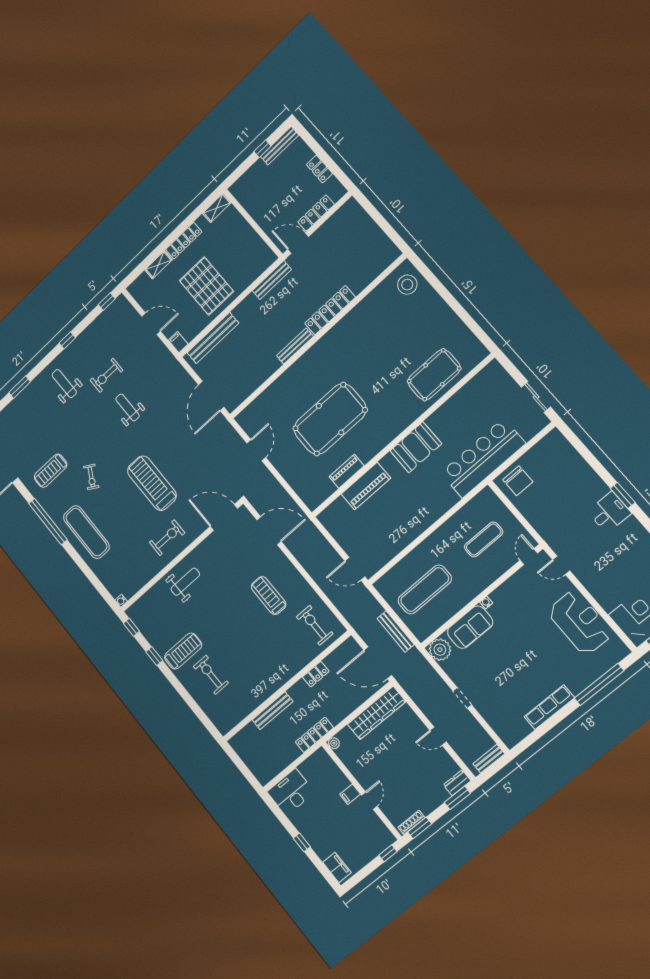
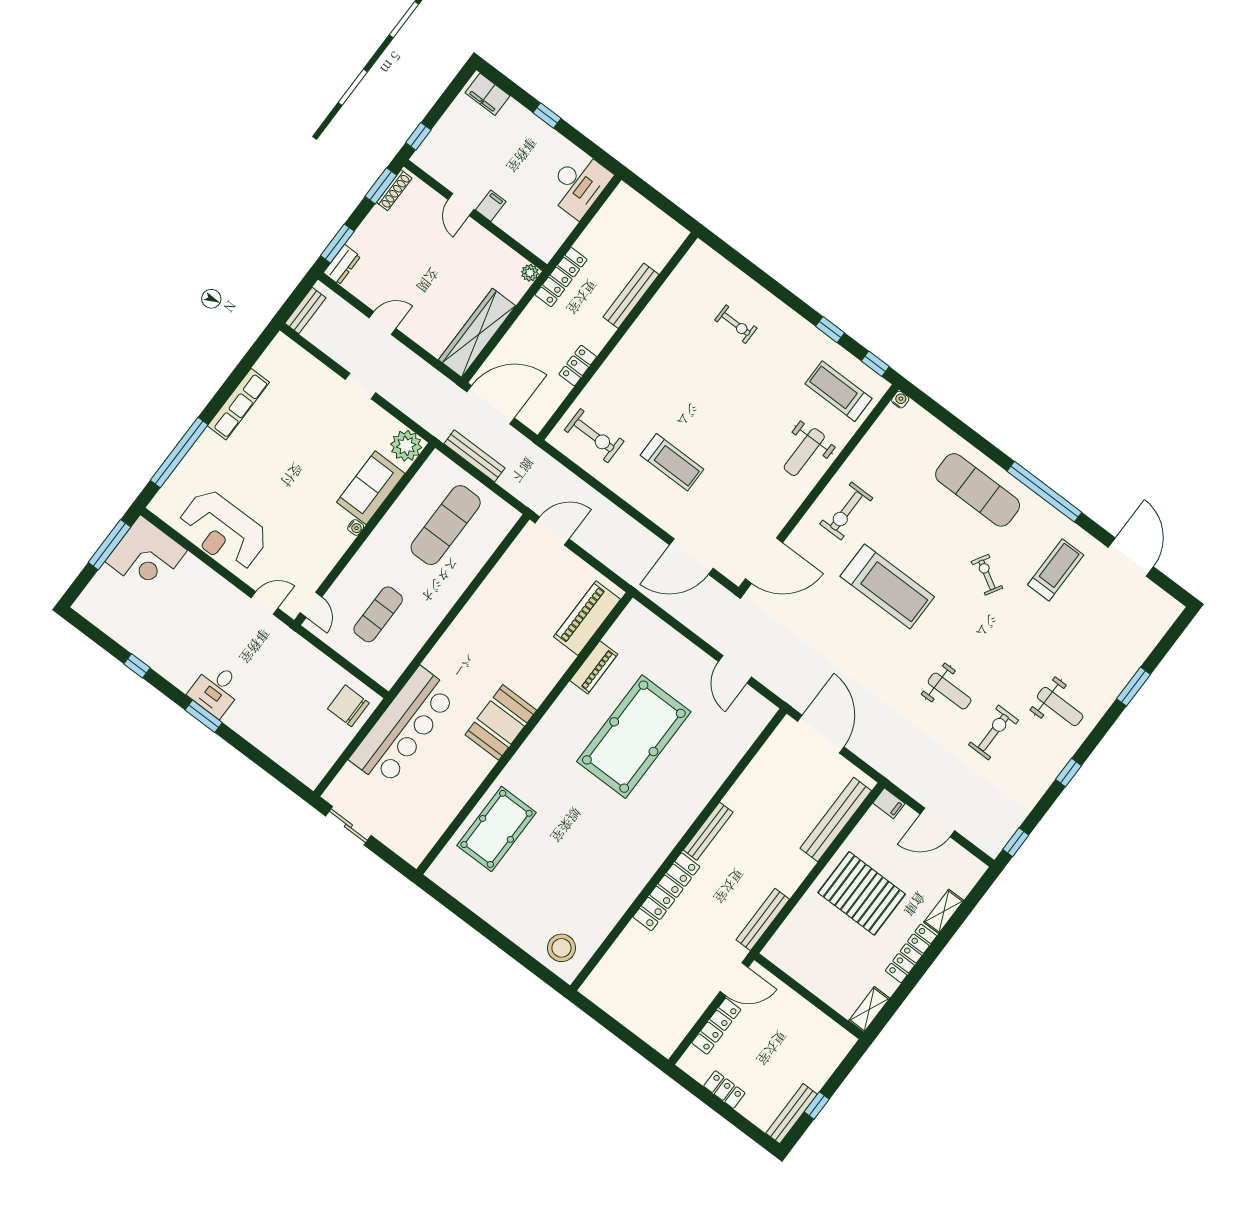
piano: (366, 486) -> (587, 618), moved
treadmill: (183, 651) -> (838, 391), moved, turned 90
exercise bike: (211, 675) -> (736, 324), width x0.73, depth x0.72

